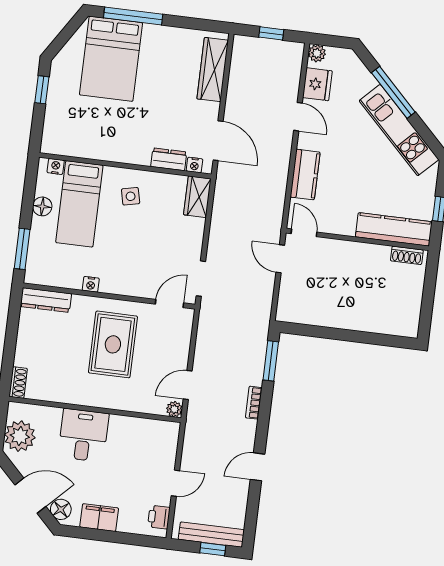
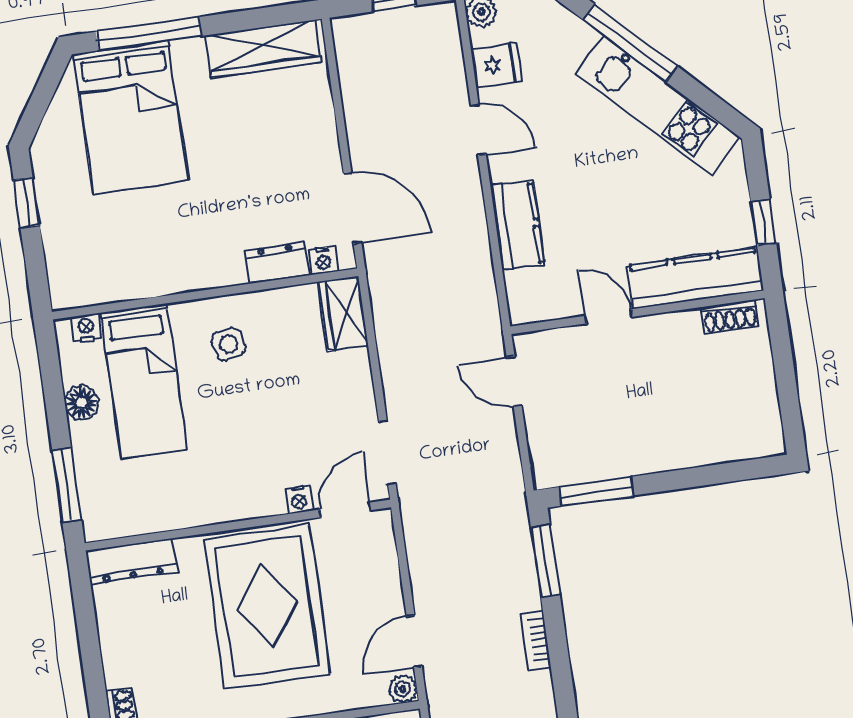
wardrobe: (213, 70) -> (263, 49), moved, turned -90
fridge: (317, 84) -> (496, 65), width x0.72
door: (304, 233) -> (609, 316), moved
nightstand: (91, 284) -> (299, 500), moved
window: (309, 330) -> (596, 491), added
rug: (113, 344) -> (267, 606), width x1.37, depth x1.44

